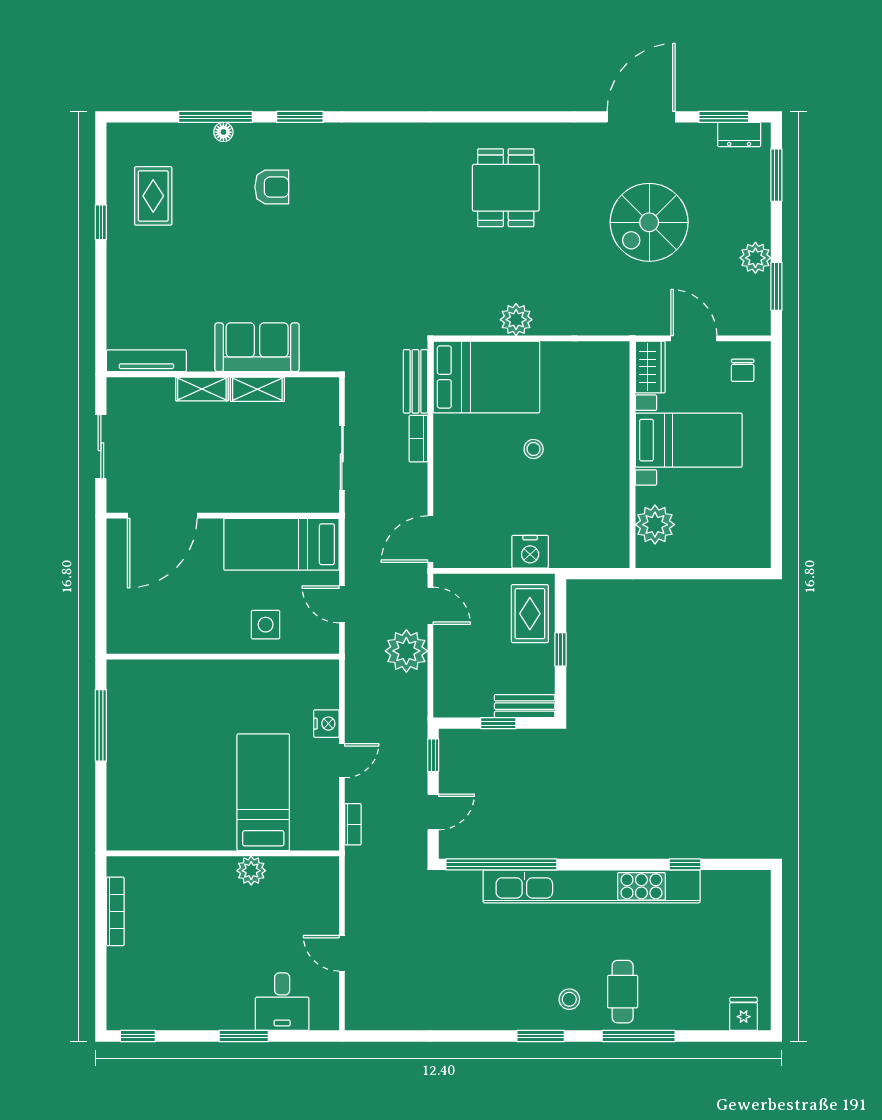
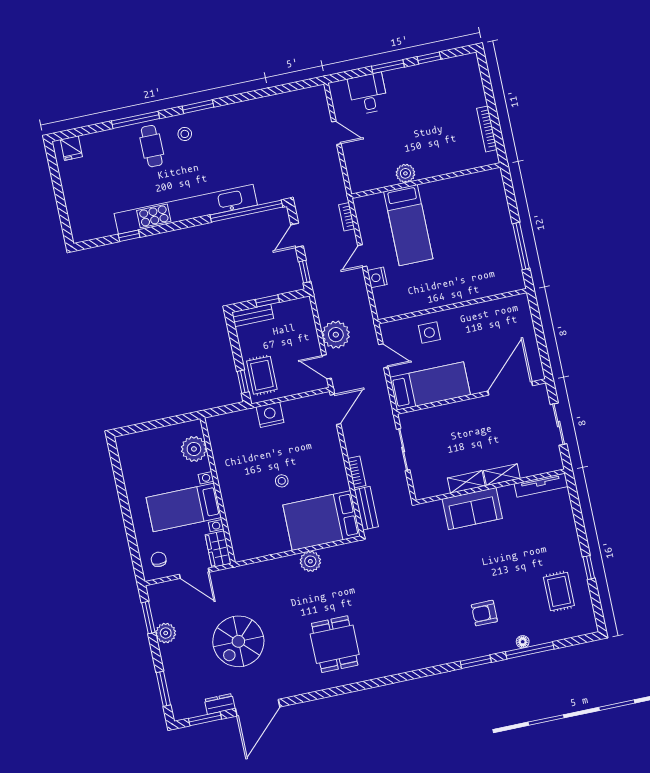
dresser: (739, 135) -> (220, 704), moved
spiral stairs: (649, 222) -> (238, 641), turned 180
window: (561, 649) -> (243, 382), moved
window: (138, 1036) -> (429, 58), moved

